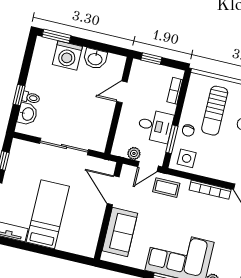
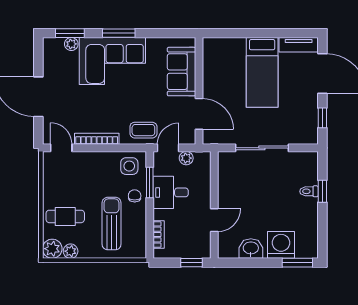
washbasin: (27, 114) -> (309, 173), removed

